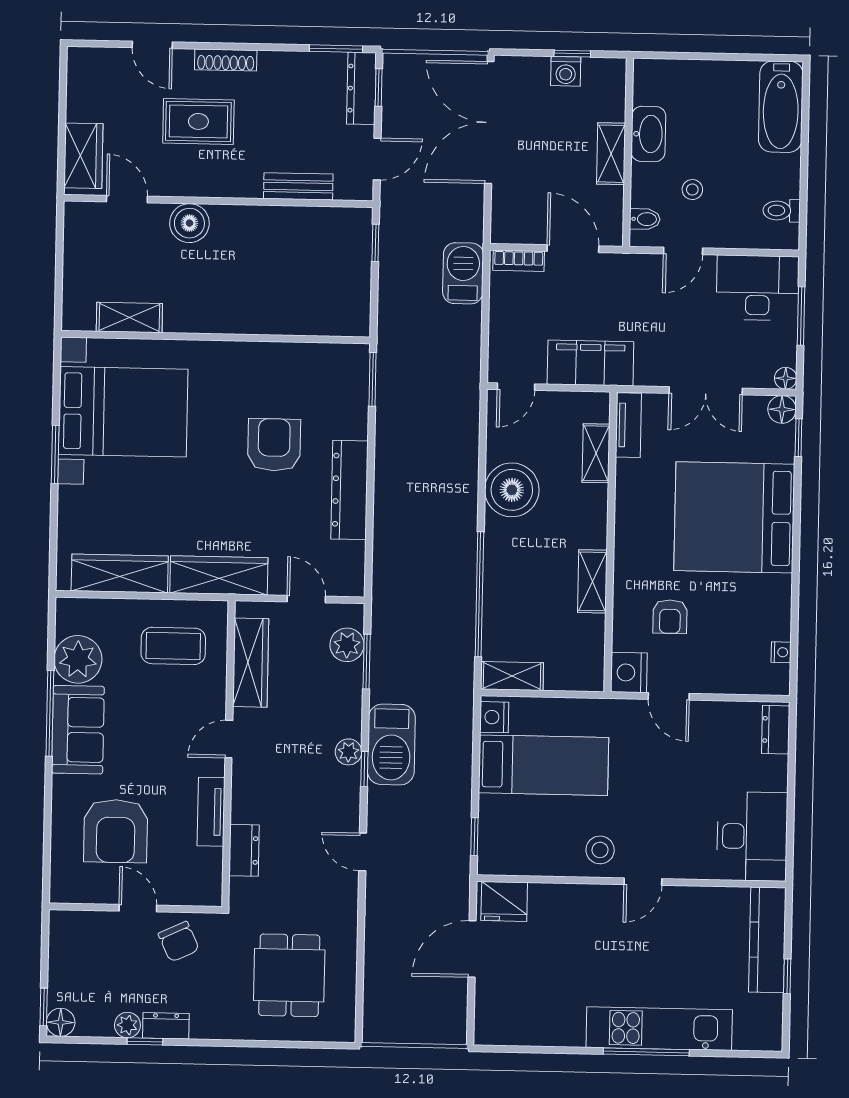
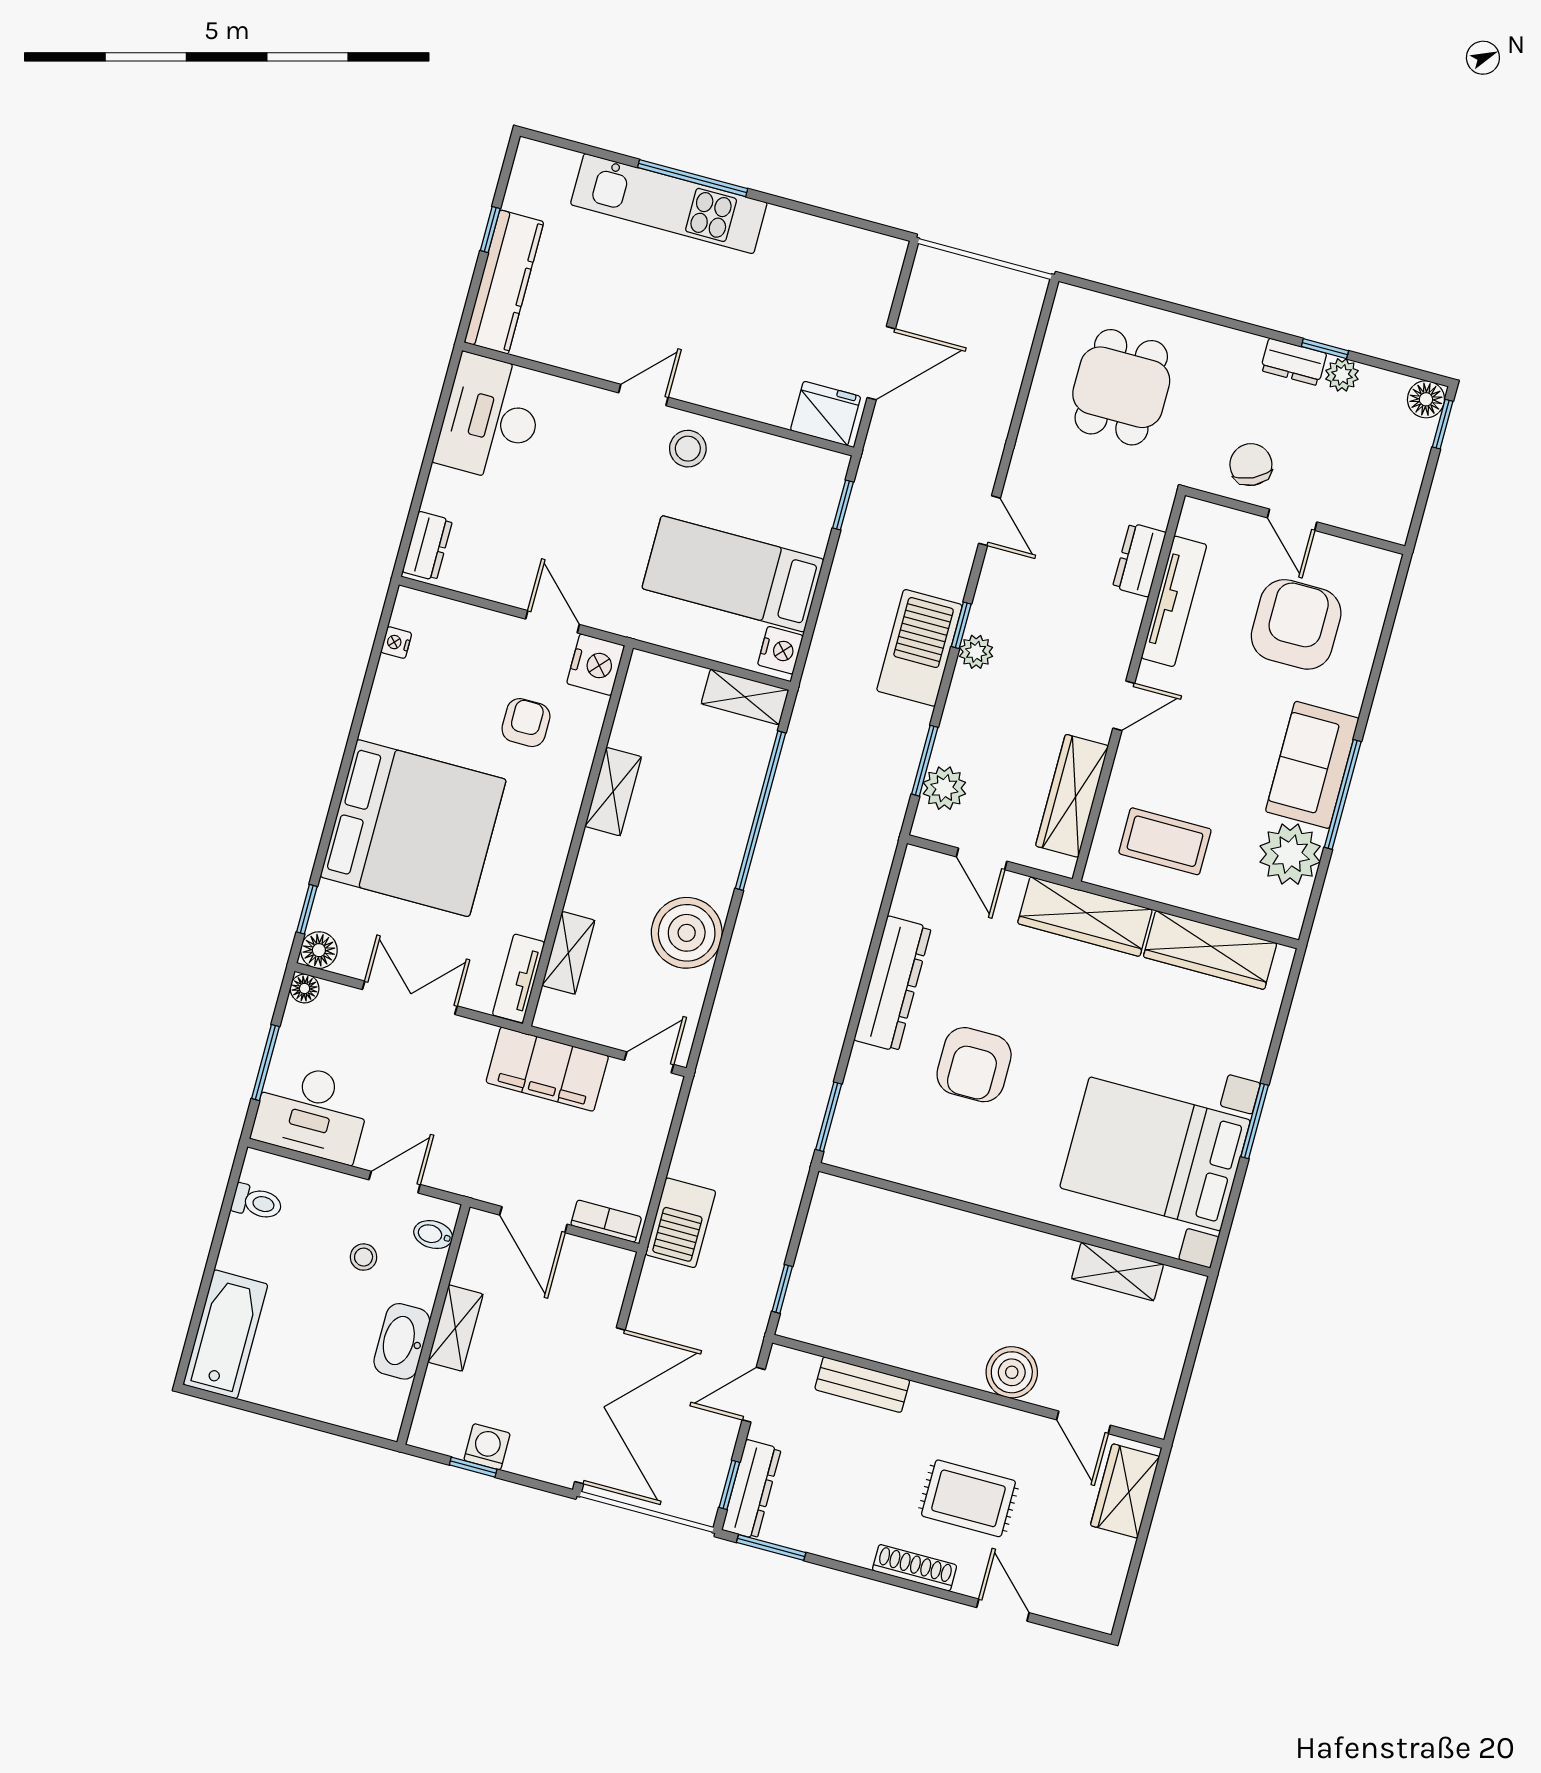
tv unit: (211, 812) -> (1174, 601), width x1.41

